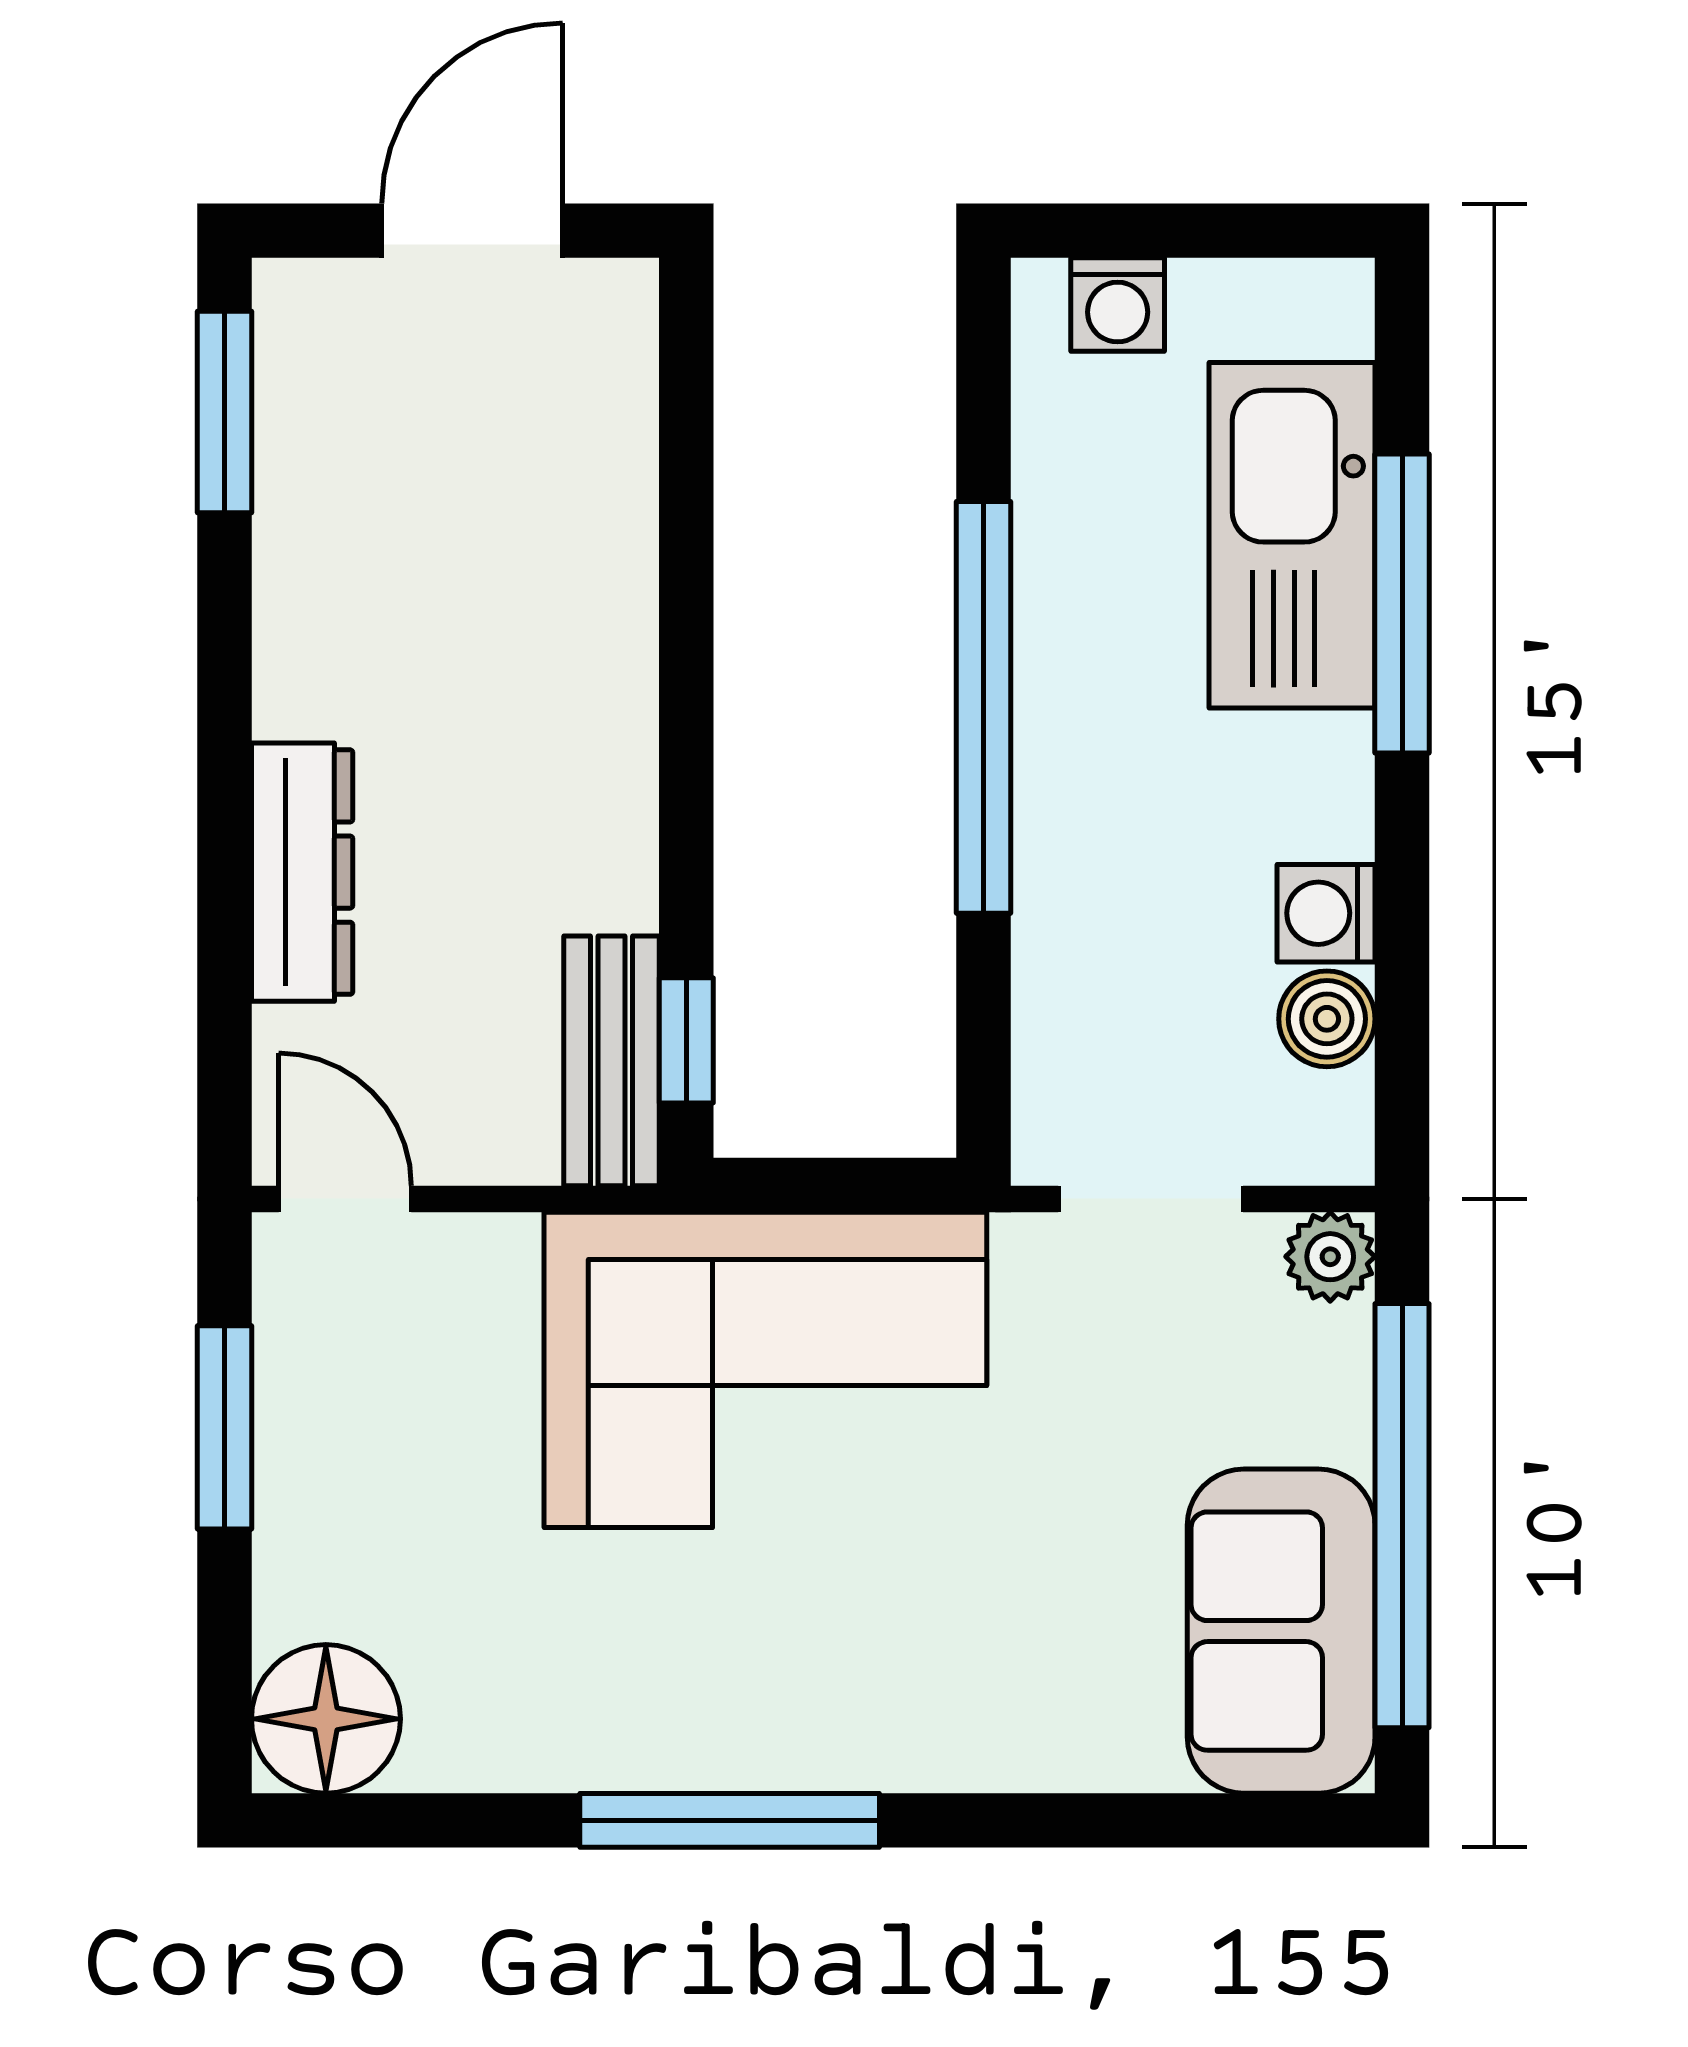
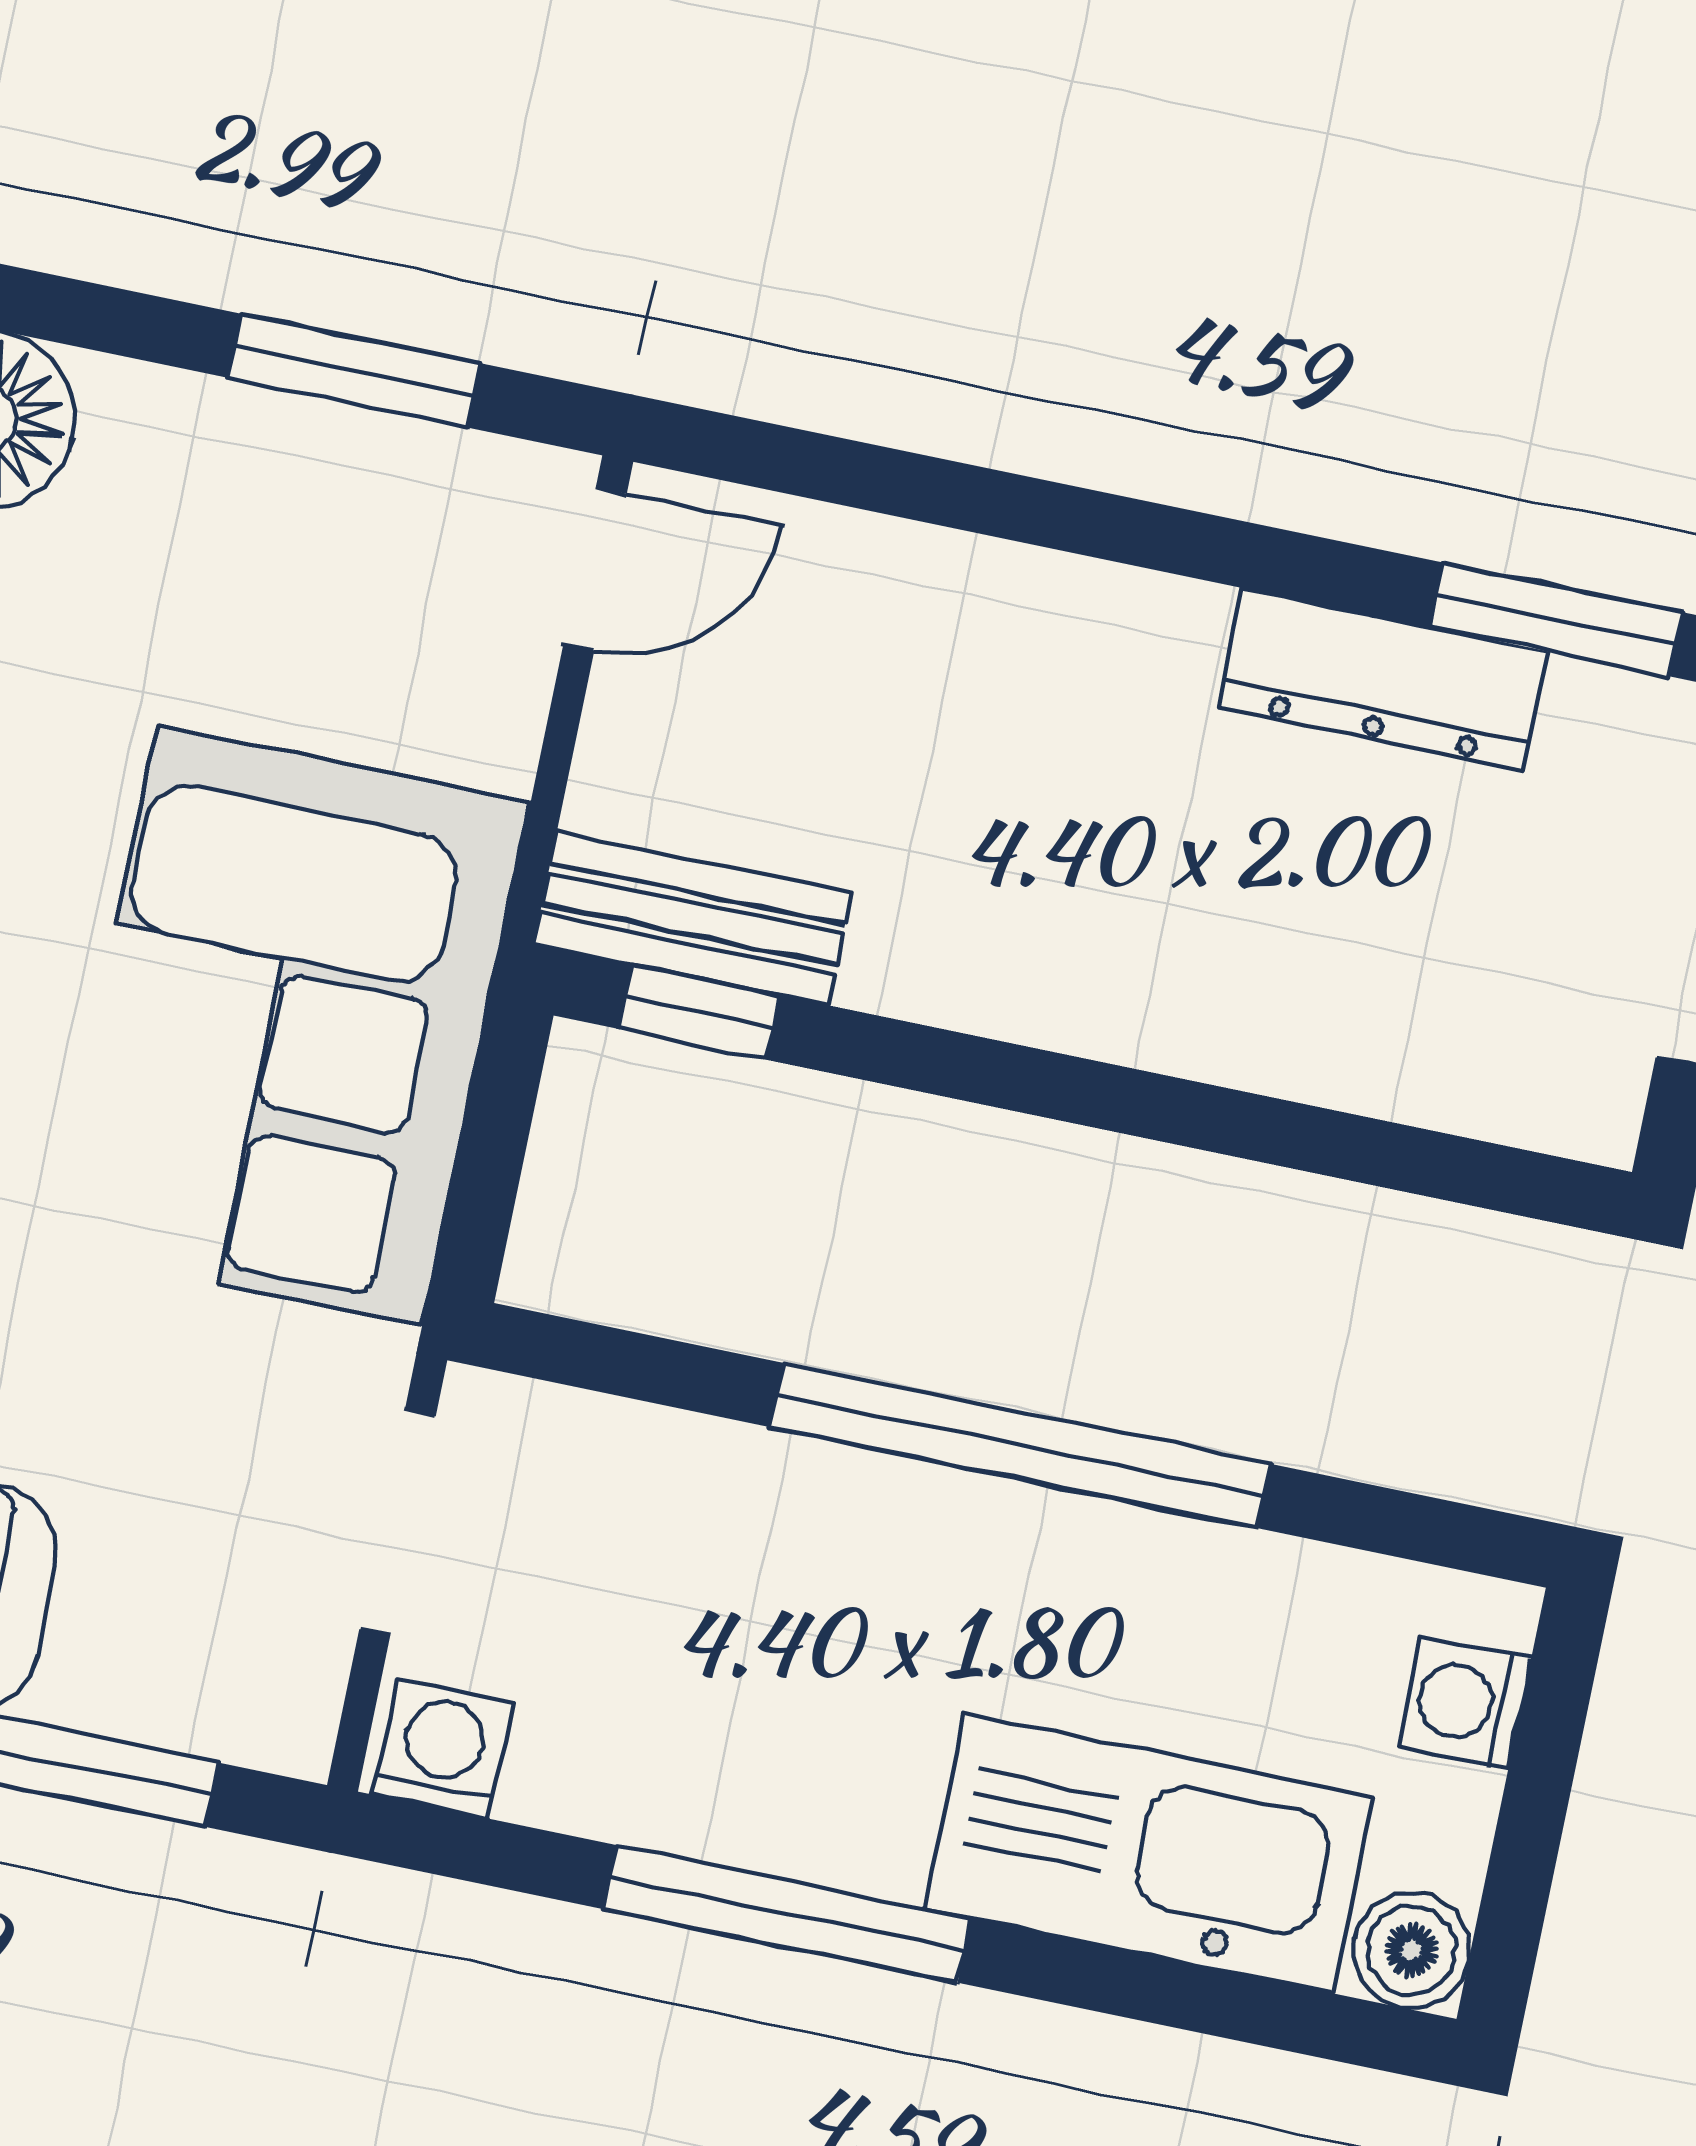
window: (1402, 604) -> (787, 1914), moved
dresser: (302, 872) -> (1383, 679), moved
washing machine: (1326, 913) -> (443, 1749), moved
boiler: (1327, 1019) -> (1411, 1950), moved
plant: (1330, 1257) -> (285, 1721), removed

